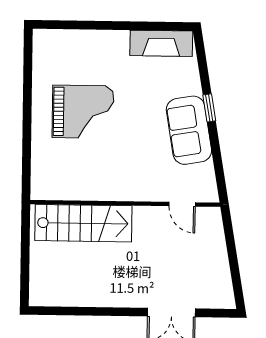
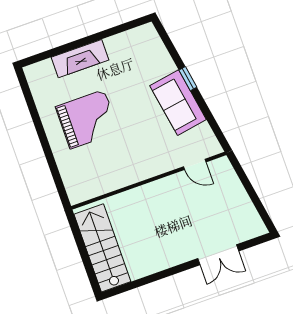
fireplace: (161, 43) -> (80, 59), moved
stairs: (83, 223) -> (102, 248), moved, turned -90

